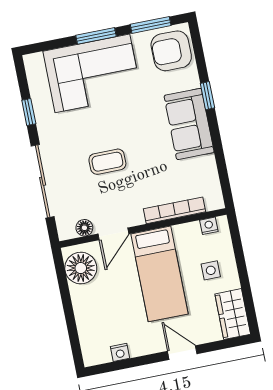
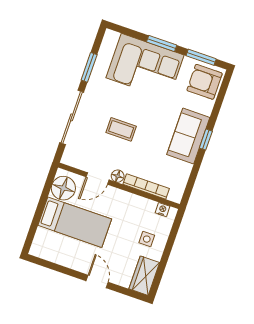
window: (207, 96) -> (206, 140), moved
window: (29, 112) -> (89, 67), width x1.50
floor lamp: (84, 228) -> (118, 176), moved
bed: (159, 274) -> (75, 222), moved, turned -90
nightstand: (120, 352) -> (57, 258), removed

